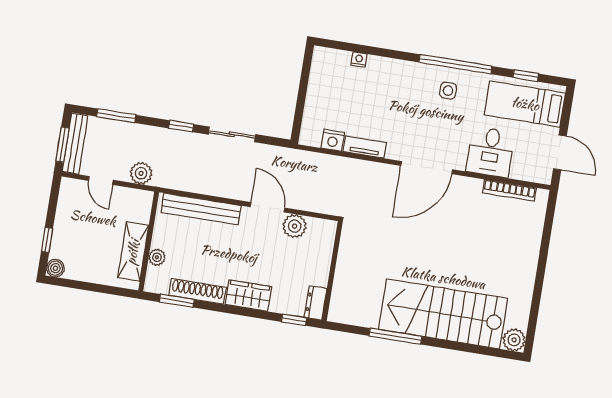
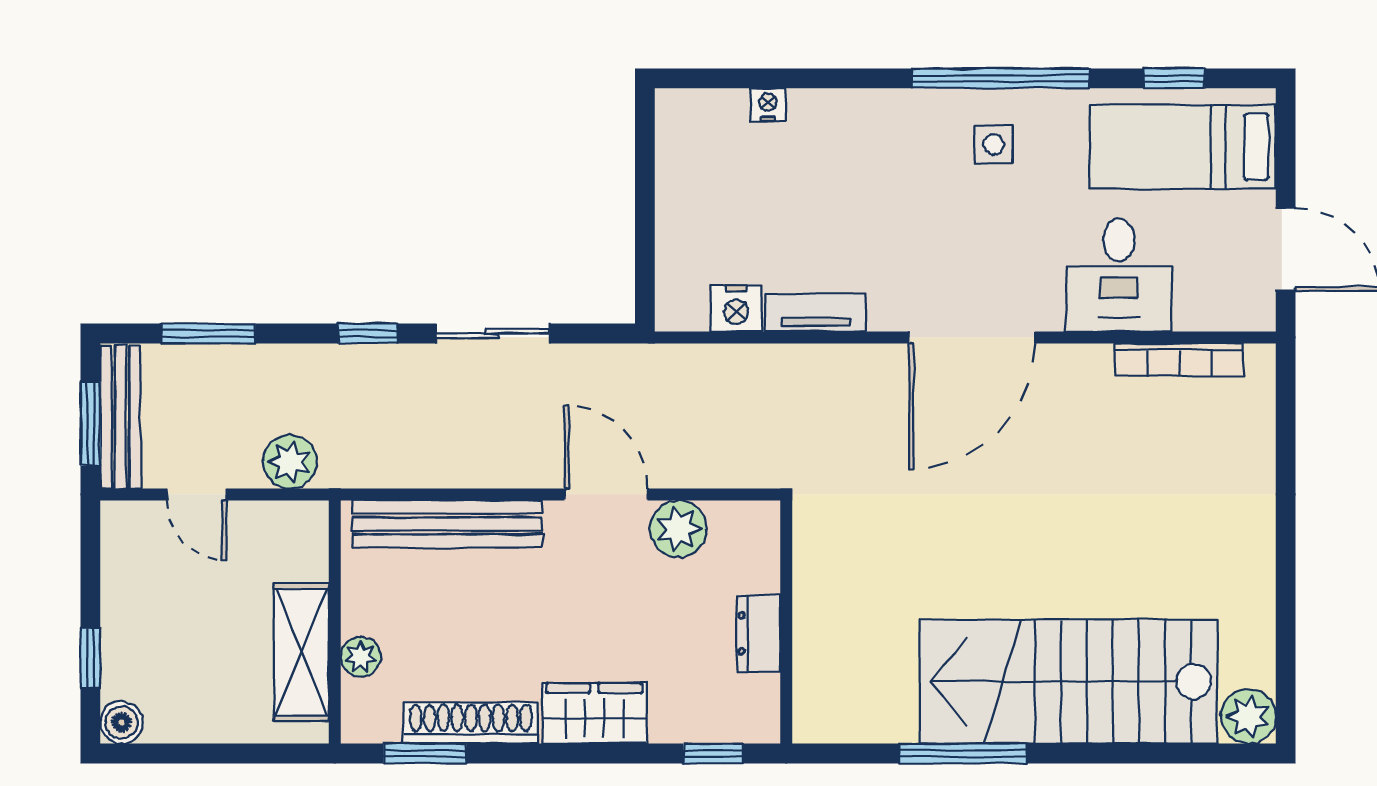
dresser: (316, 303) -> (758, 633), moved

